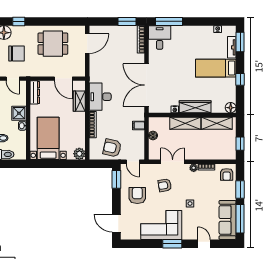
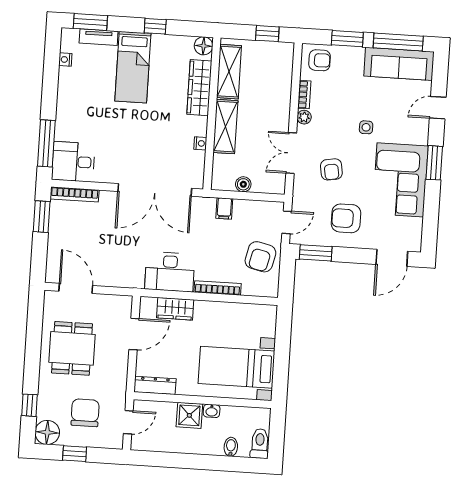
wardrobe: (195, 107) -> (199, 88), moved
plant: (79, 154) -> (267, 315), removed

